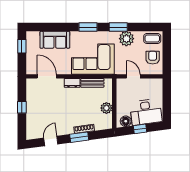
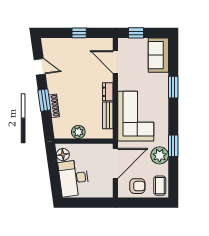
window: (88, 27) -> (173, 87), moved
sofa: (55, 40) -> (158, 55), moved
window: (22, 46) -> (136, 33), moved
door: (47, 76) -> (115, 62), swing flipped
door: (133, 76) -> (115, 163), width x1.87
window: (140, 129) -> (54, 171), removed

